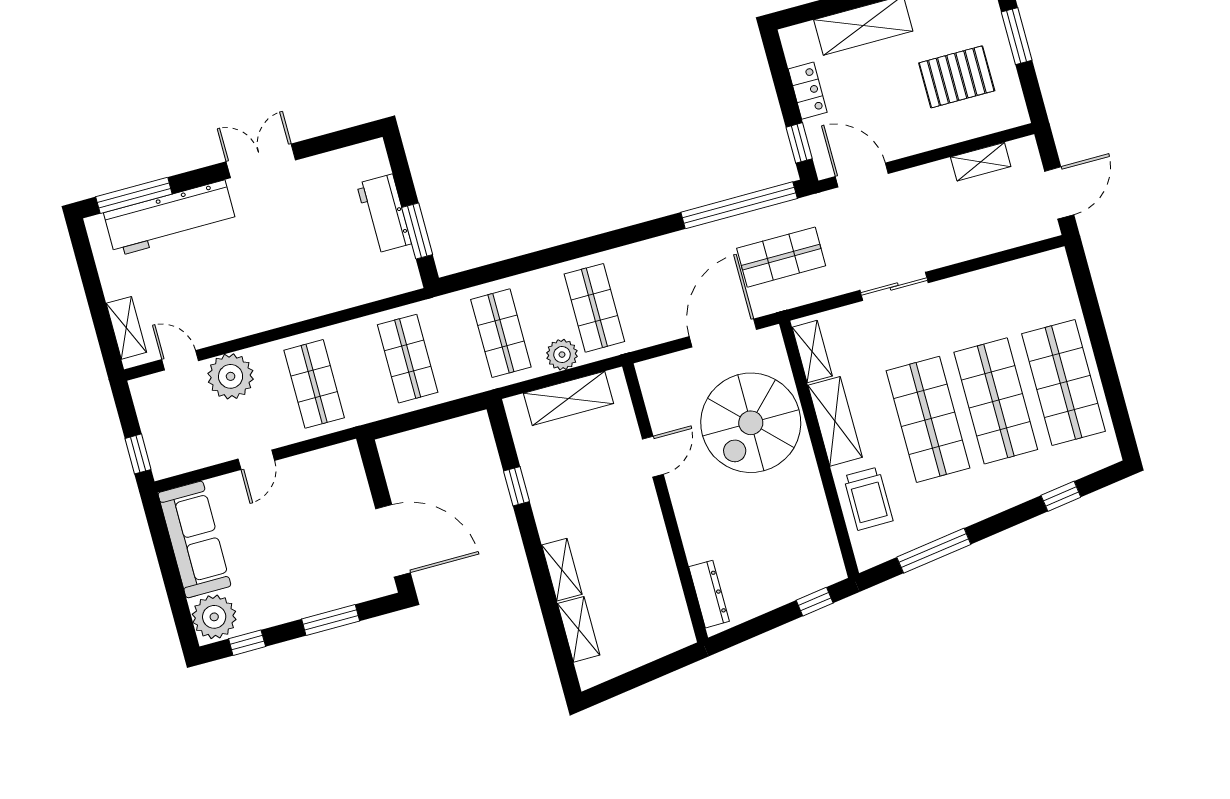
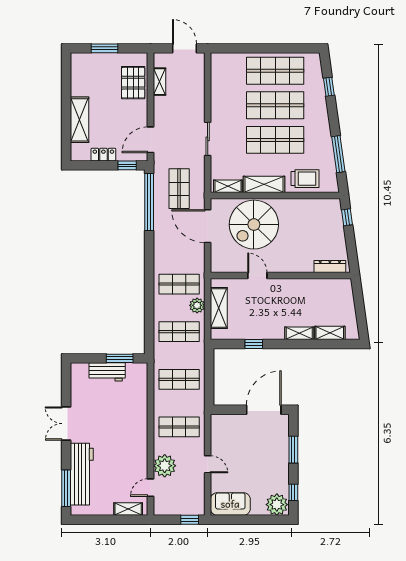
pallet: (957, 77) -> (133, 83), moved
spiral stairs: (751, 423) -> (254, 225), turned 90
sofa: (194, 539) -> (230, 504), width x0.73

